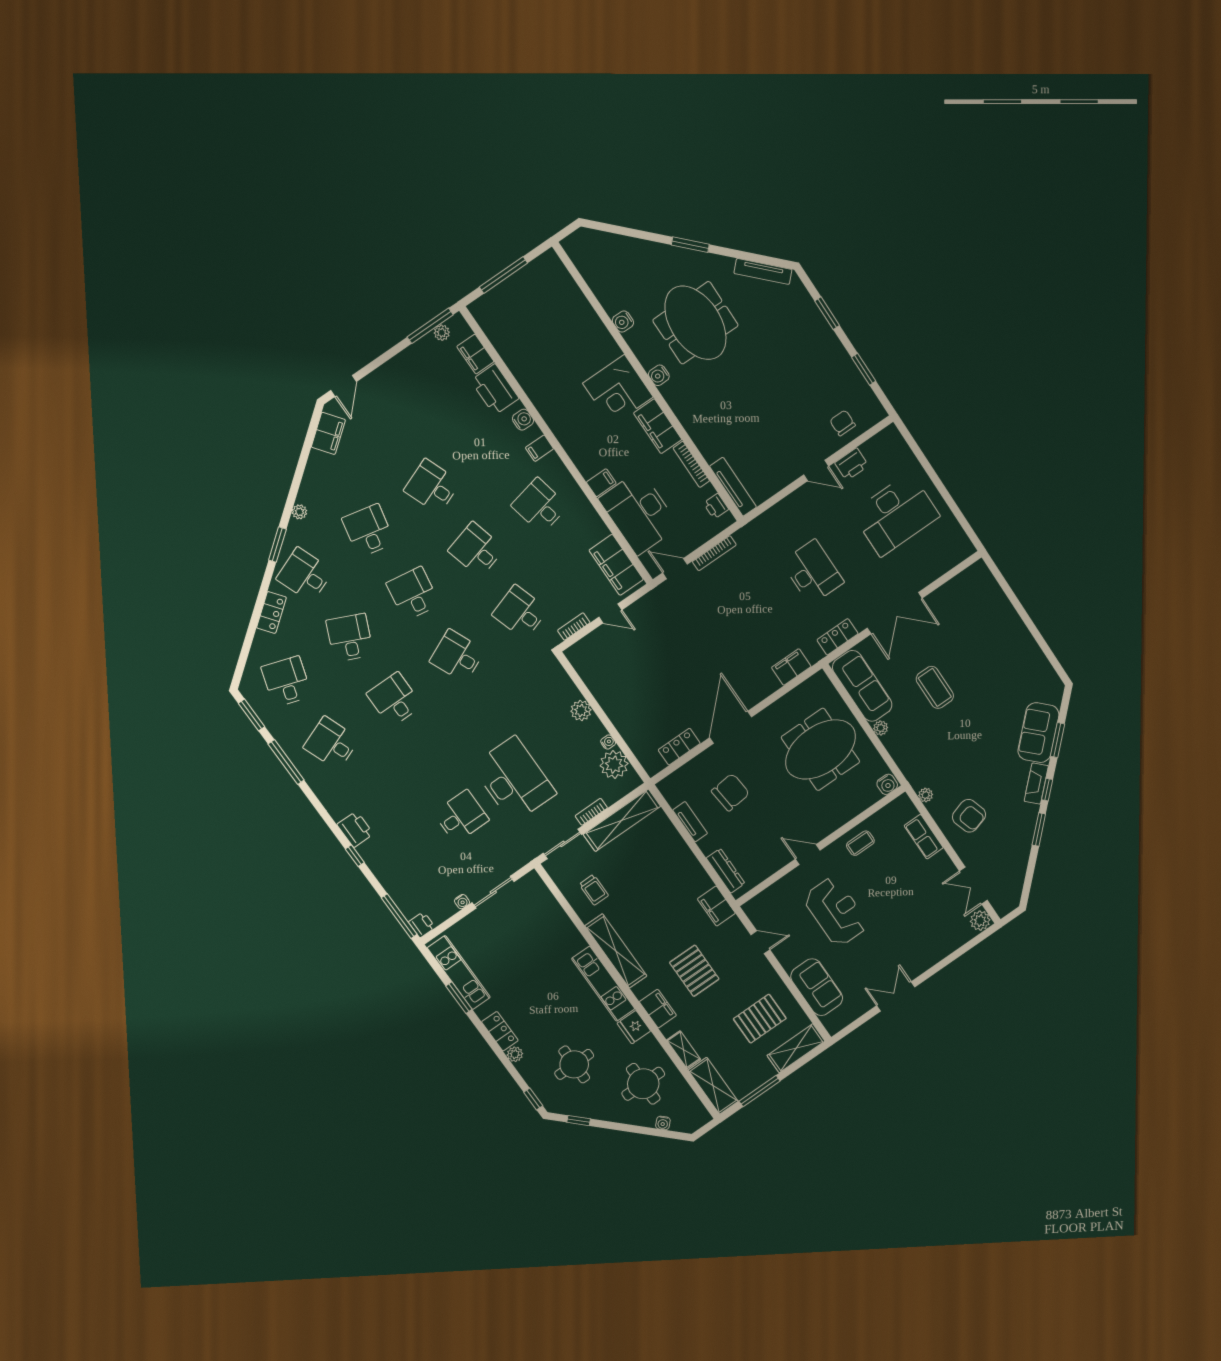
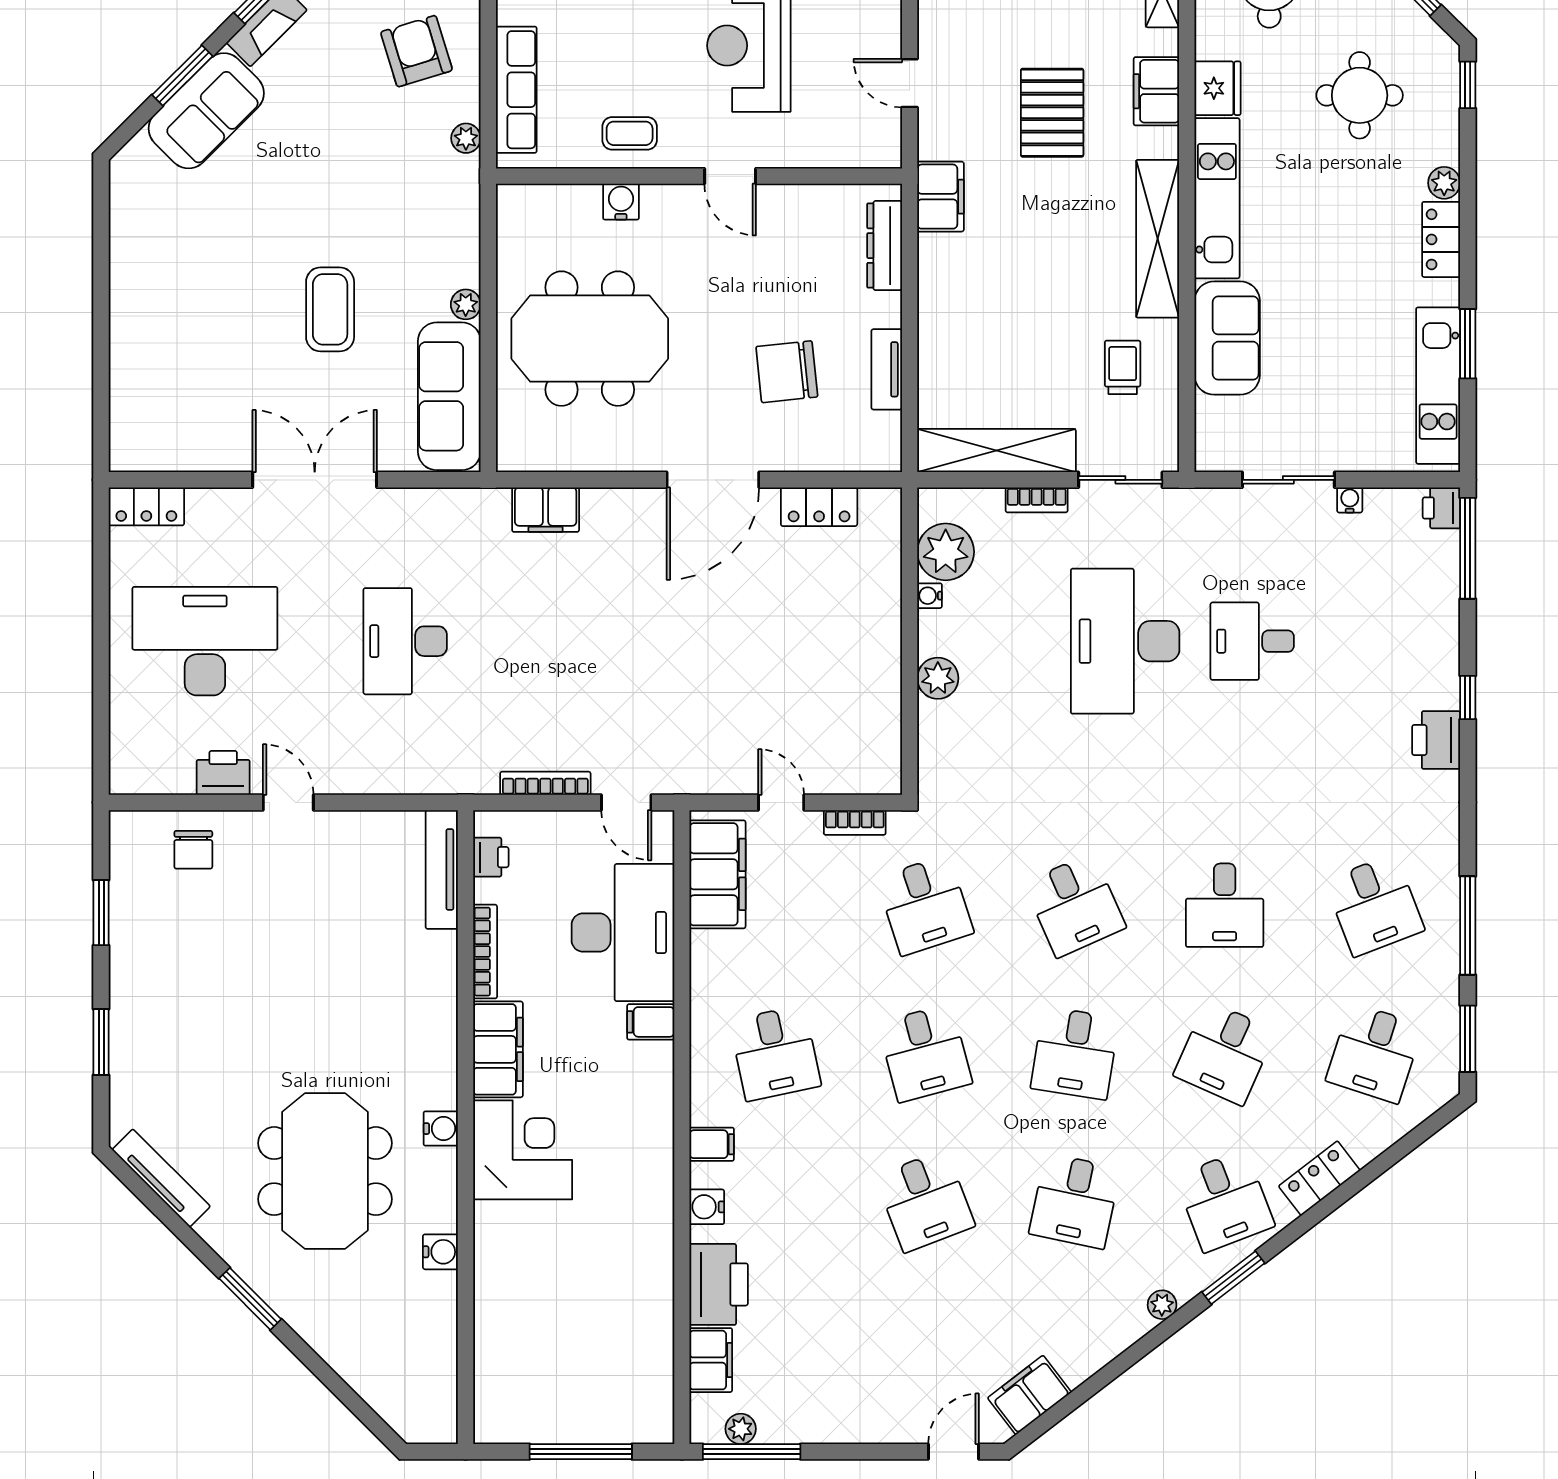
locker: (838, 637) -> (146, 506), moved
water cooler: (887, 784) -> (621, 202), moved
row of seats: (924, 837) -> (516, 90), width x1.48
sofa: (559, 931) -> (1227, 338), added

